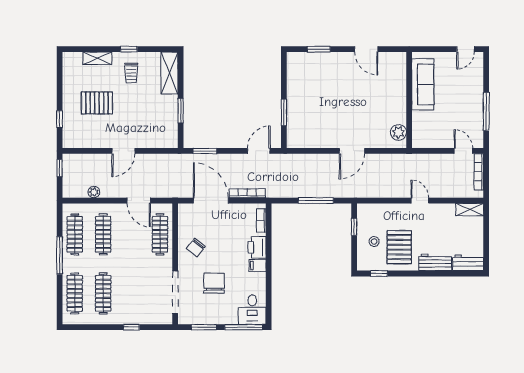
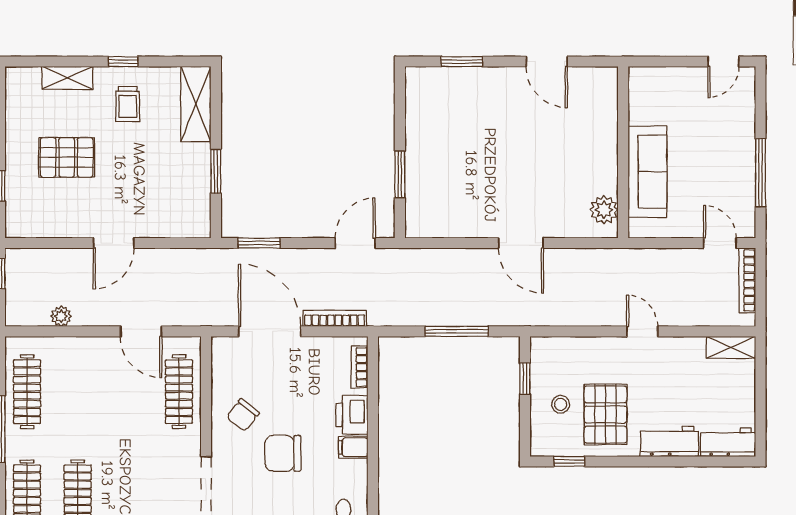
sofa: (423, 84) -> (647, 172), moved
door: (352, 151) -> (521, 243), hinge flipped
clothes rail: (103, 234) -> (78, 392), removed
chair: (214, 283) -> (283, 453), moved, turned -90

